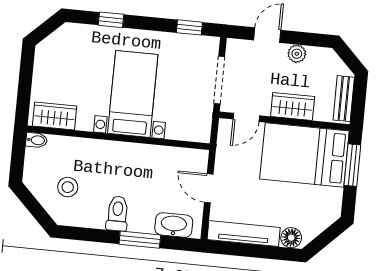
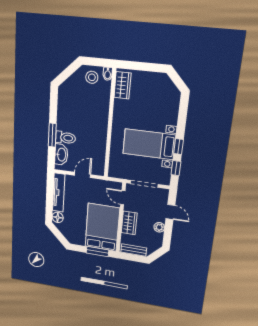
window: (111, 20) -> (179, 147), moved
bed with nightstands: (133, 94) -> (149, 144), moved, turned 180
stool: (68, 187) -> (92, 77), moved
toilet: (117, 213) -> (65, 138), moved

